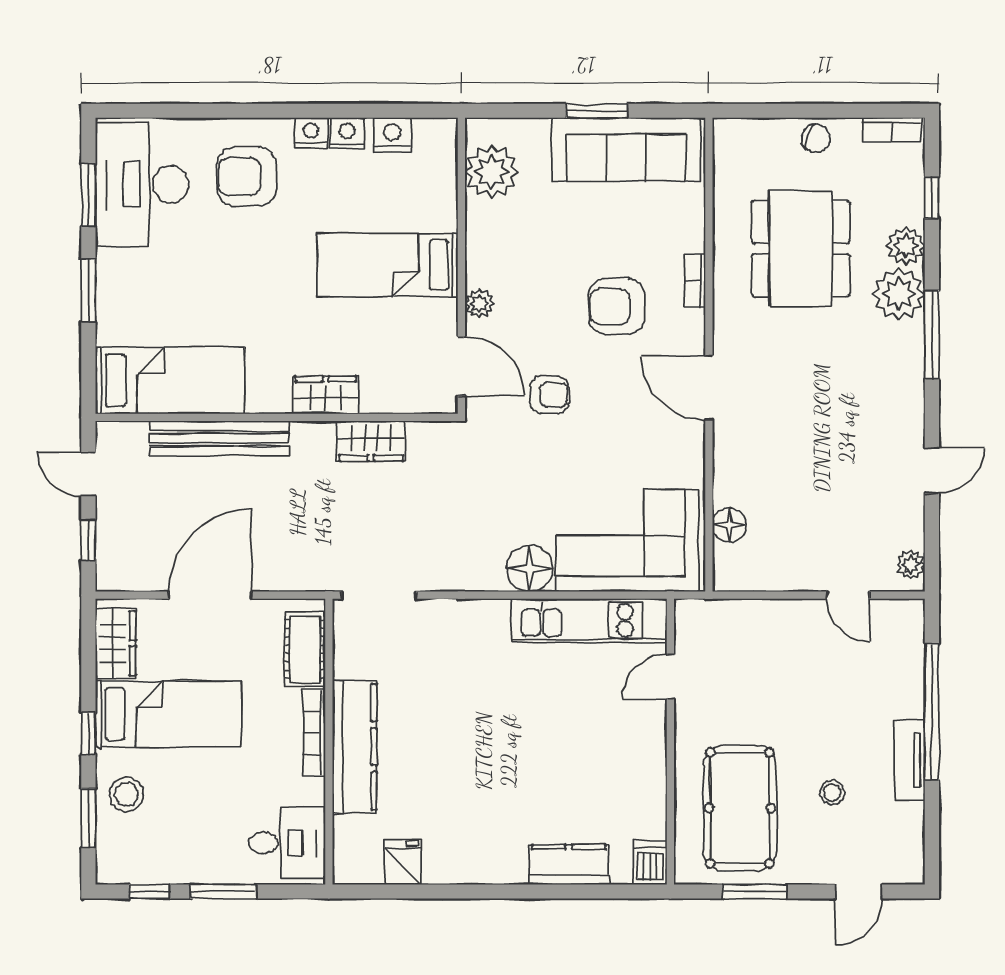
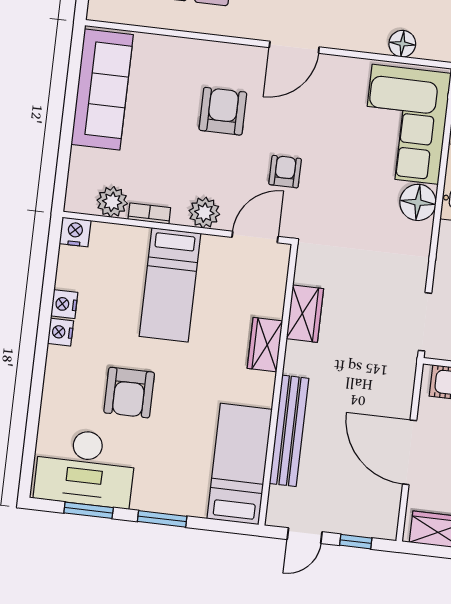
window: (597, 111) -> (69, 109), removed
nightstand: (392, 135) -> (75, 232), moved, turned 90
plant: (492, 172) -> (112, 202), width x0.73, depth x0.73
armchair: (247, 177) -> (129, 393), moved
bookcase: (695, 281) -> (149, 213), moved, turned 180
plant: (479, 303) -> (204, 213), width x1.38, depth x1.38
armchair: (617, 306) -> (223, 111), turned 180

